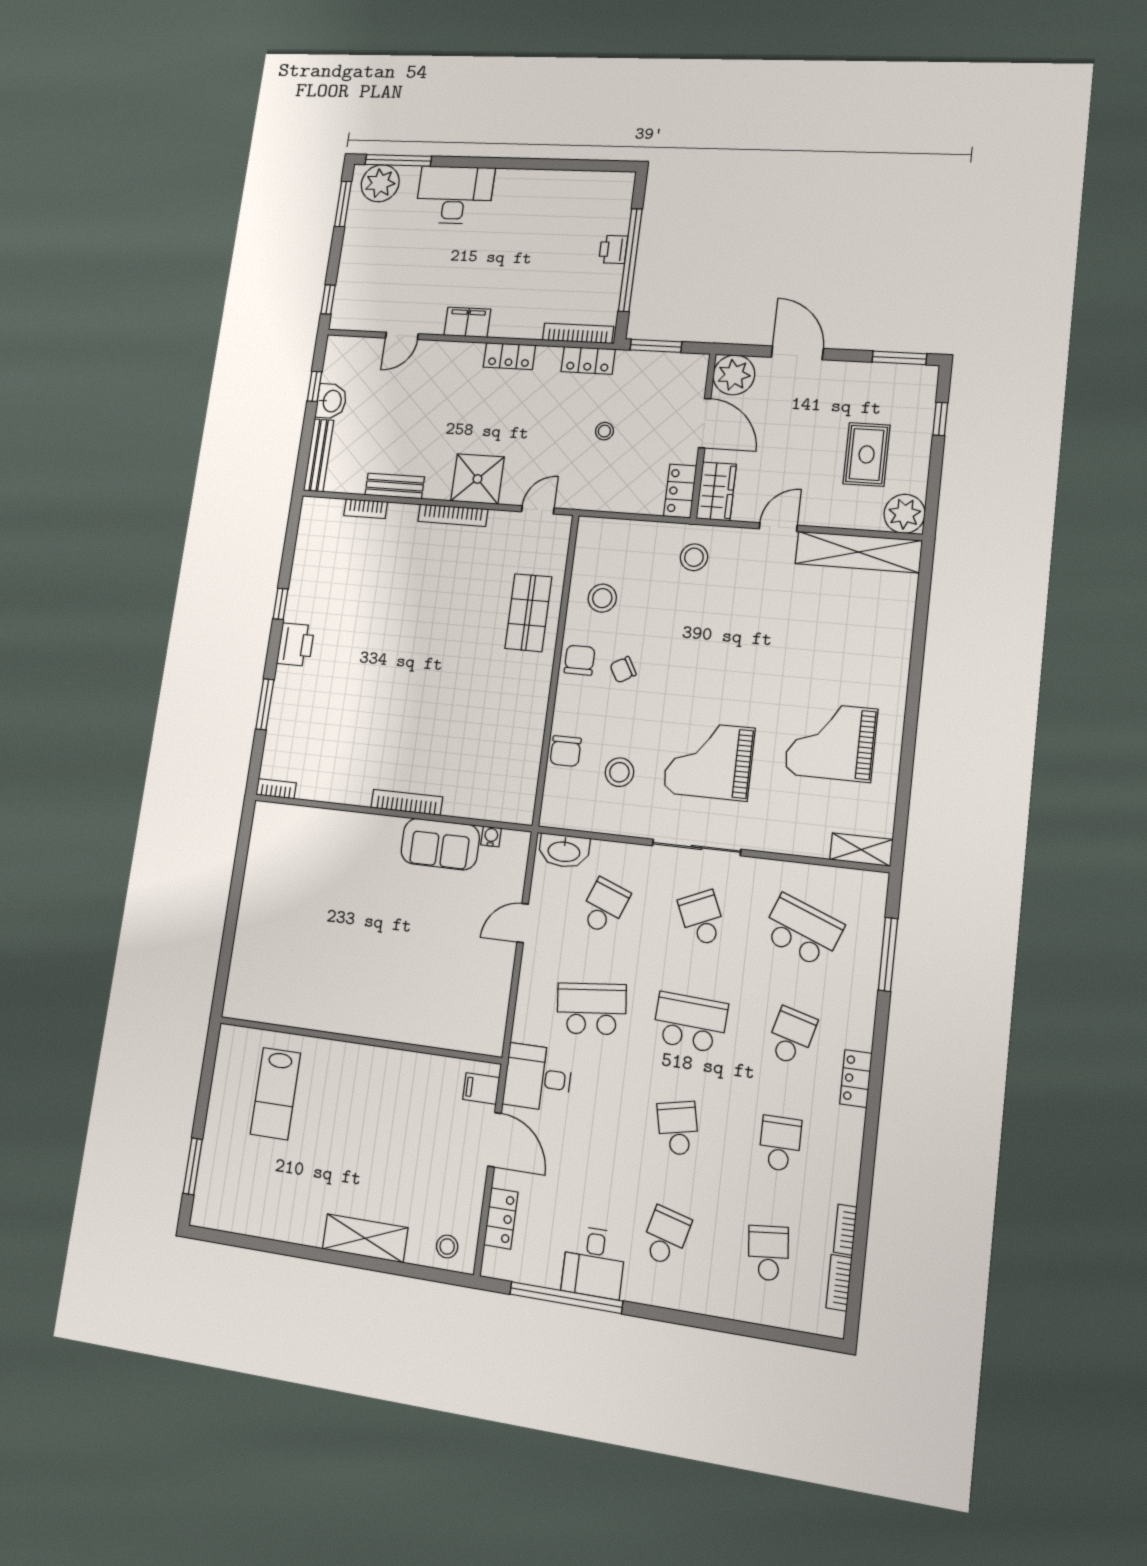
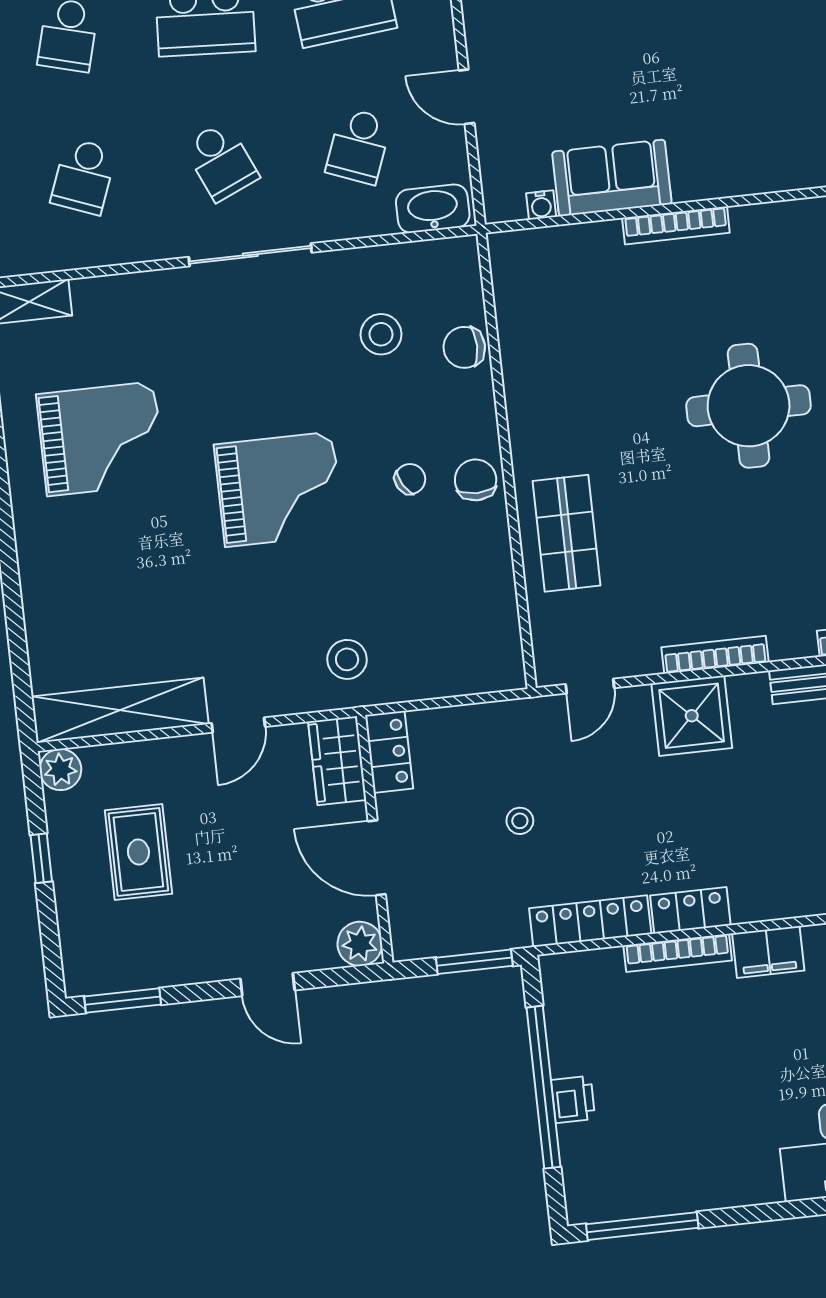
window: (589, 165) -> (642, 1226), added
bookcase: (578, 333) -> (678, 953), moved
door: (797, 353) -> (268, 985), width x0.73
locker: (588, 360) -> (590, 921), width x1.53
plant: (734, 375) -> (360, 944), width x0.73, depth x0.73
window: (940, 419) -> (41, 858), moved
plant: (904, 514) -> (60, 770), width x0.73, depth x0.73
stool: (602, 598) -> (464, 575), removed
chair: (580, 660) -> (476, 480), turned 180
round table: (391, 672) -> (749, 406), added
chair: (566, 751) -> (464, 347), turned -90
grand piano: (709, 760) -> (279, 489), moved
door: (523, 923) -> (467, 97), swing flipped
school desk: (802, 931) -> (84, 176), width x0.54

